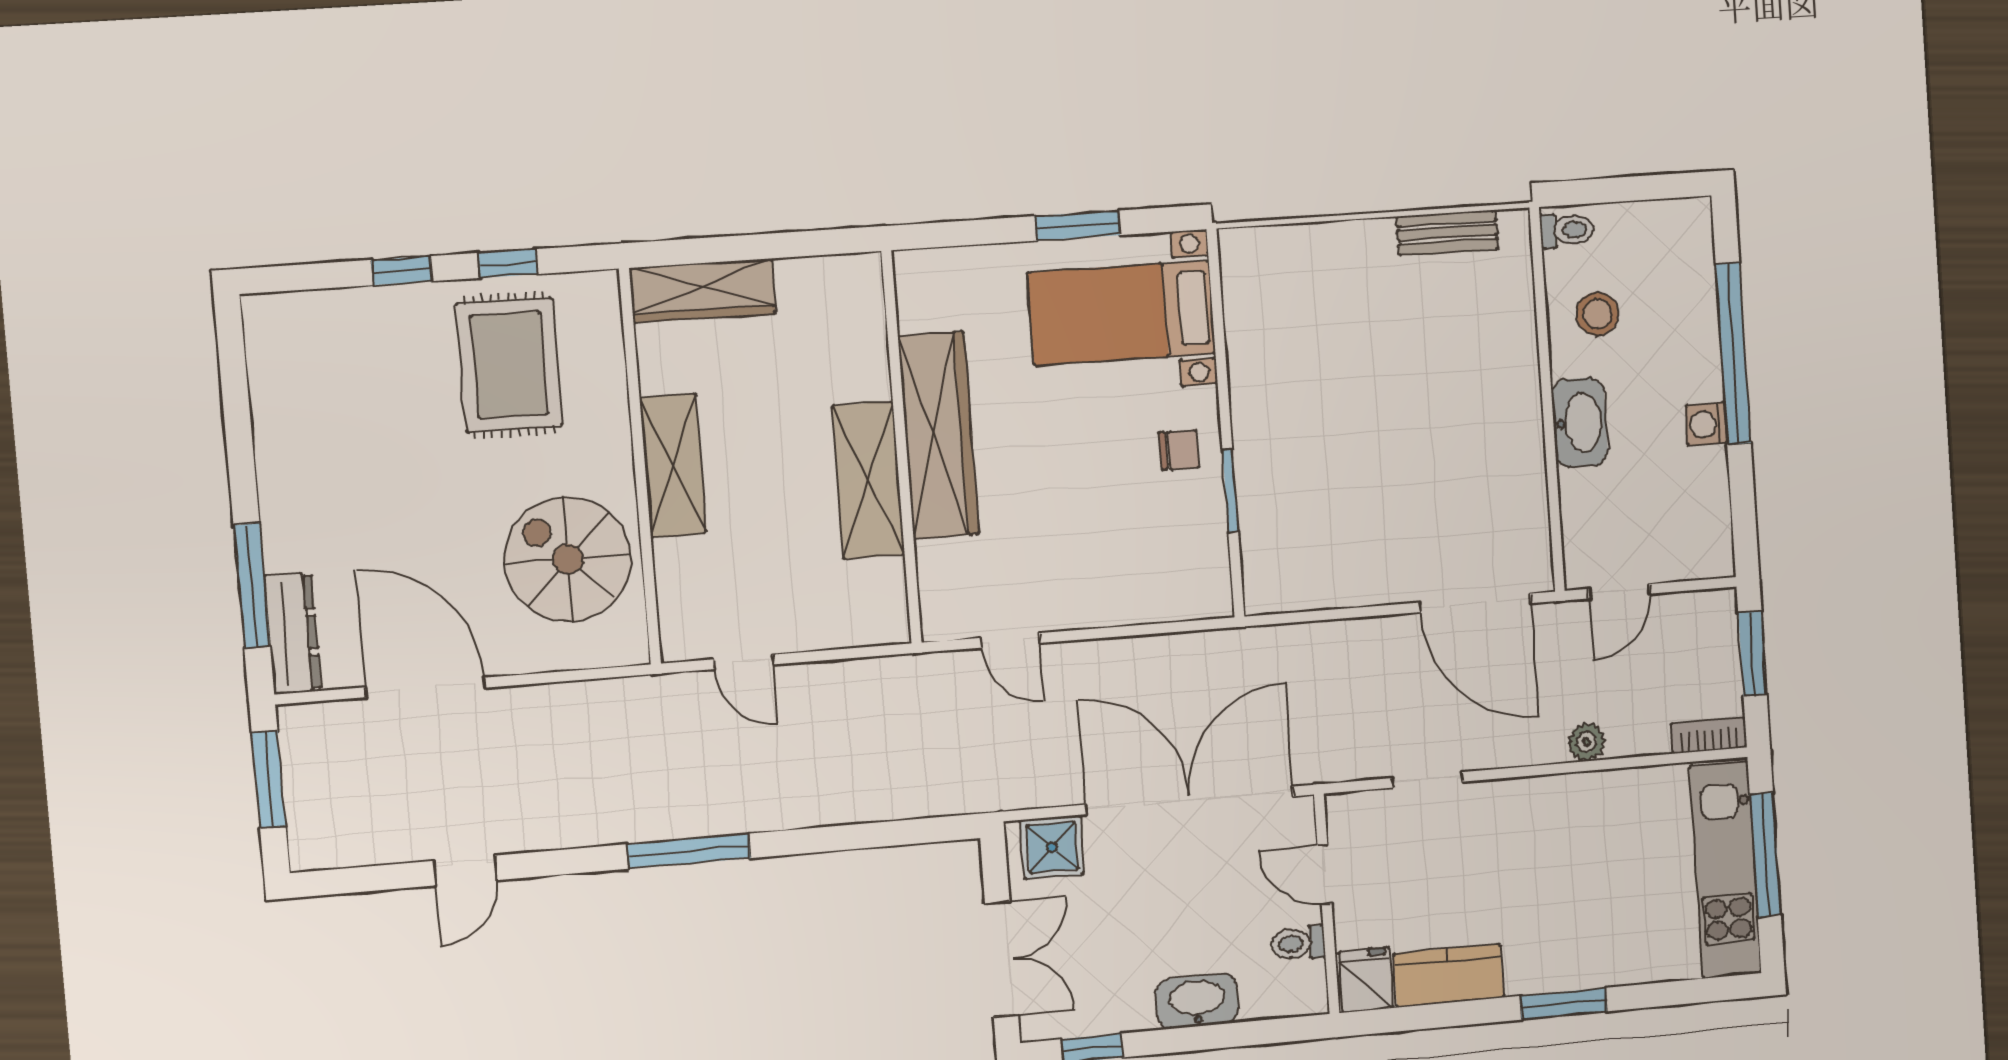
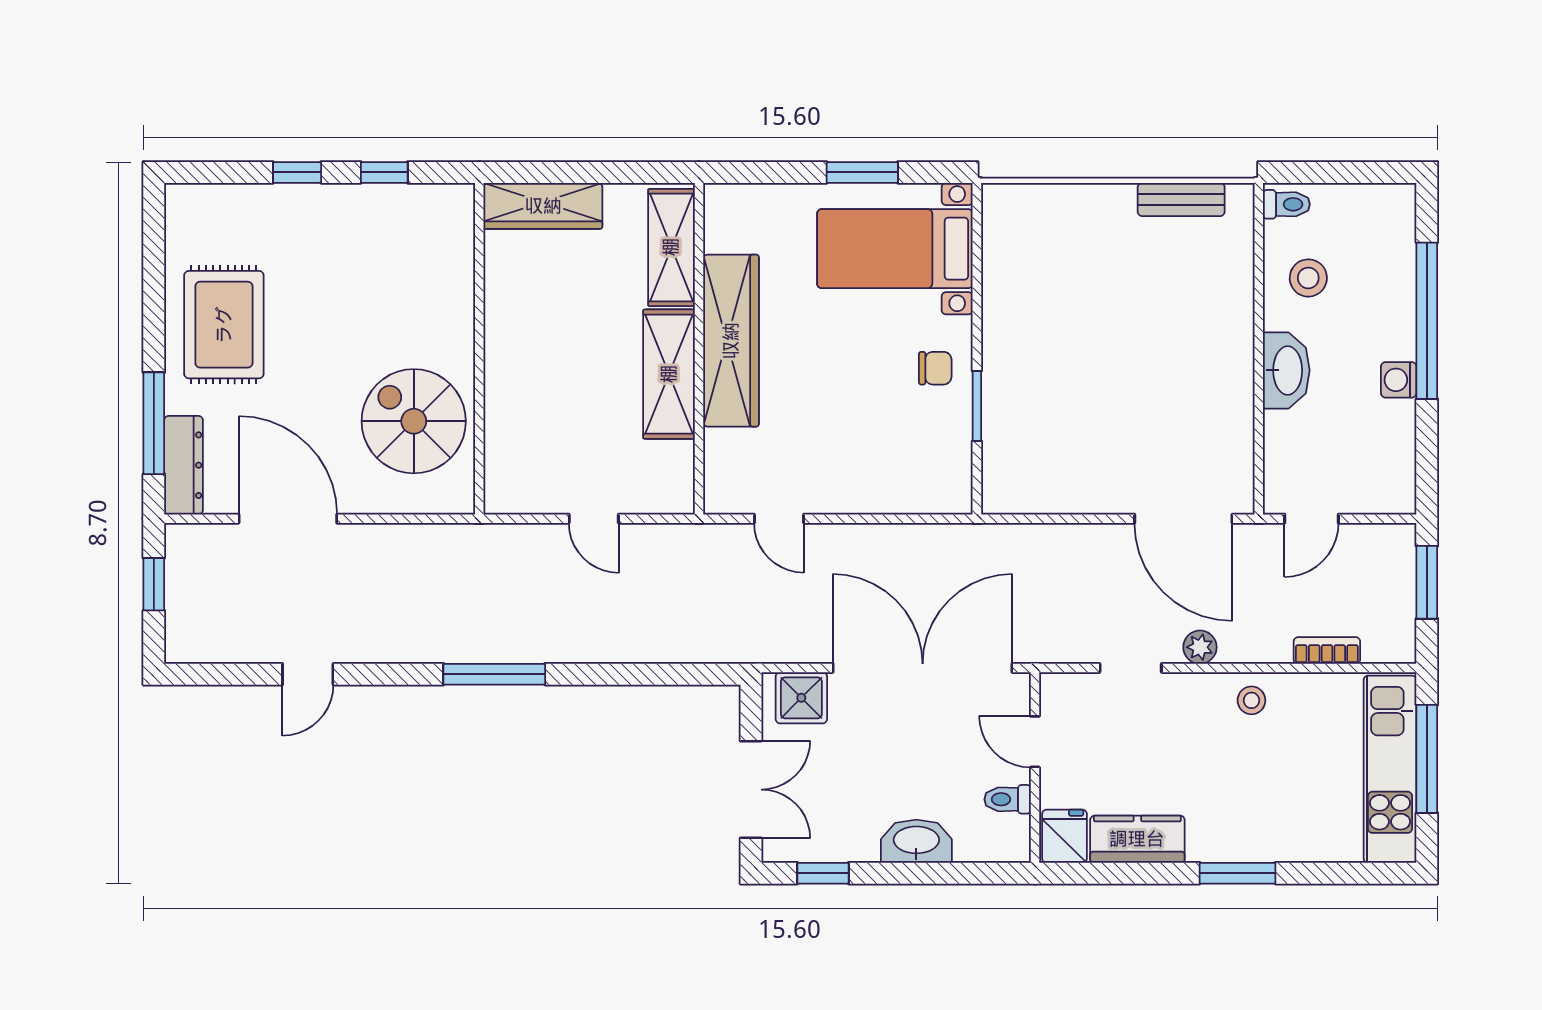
rug: (509, 365) -> (224, 325), moved
shelving: (673, 465) -> (671, 247), moved
door: (743, 662) -> (594, 519), moved
bookcase: (1709, 735) -> (1327, 650), moved
plant: (1587, 742) -> (1200, 647), moved
window: (269, 779) -> (154, 584), width x0.67
stool: (1566, 805) -> (1251, 700), added

